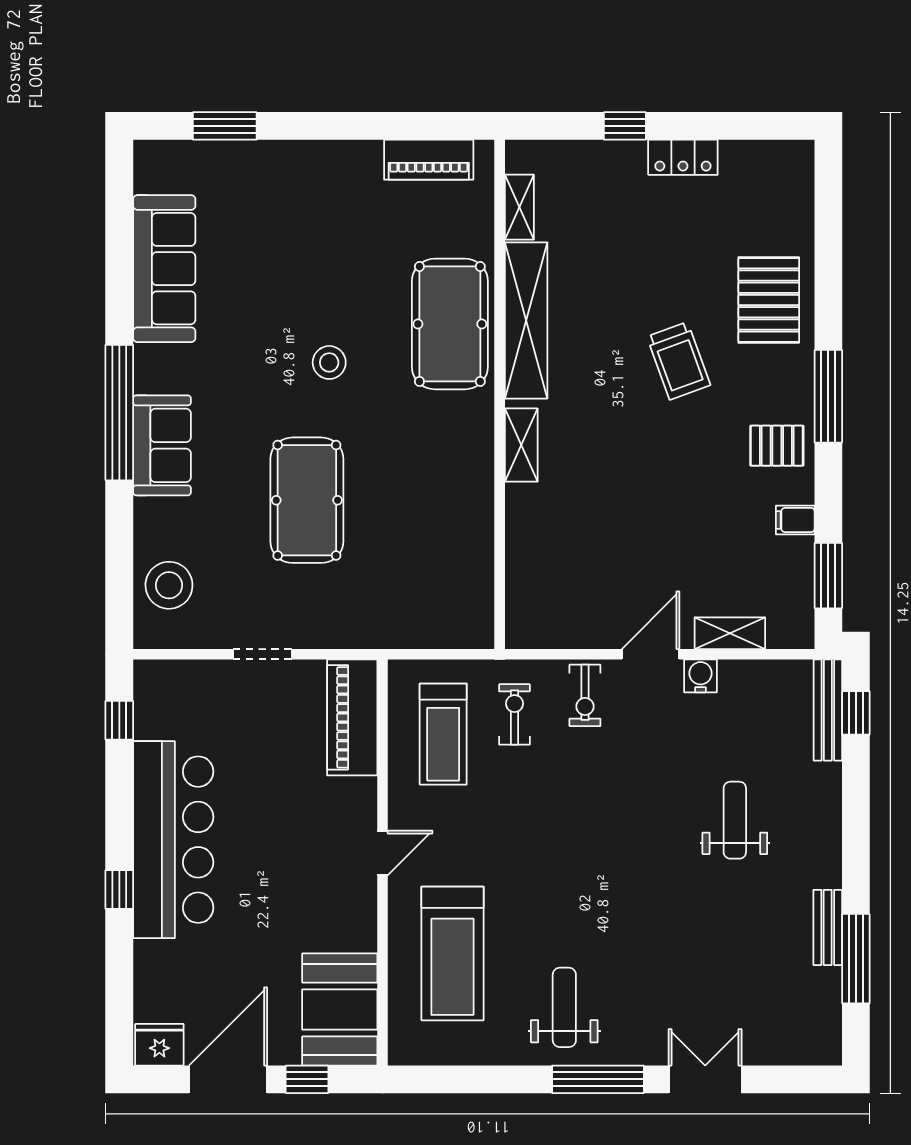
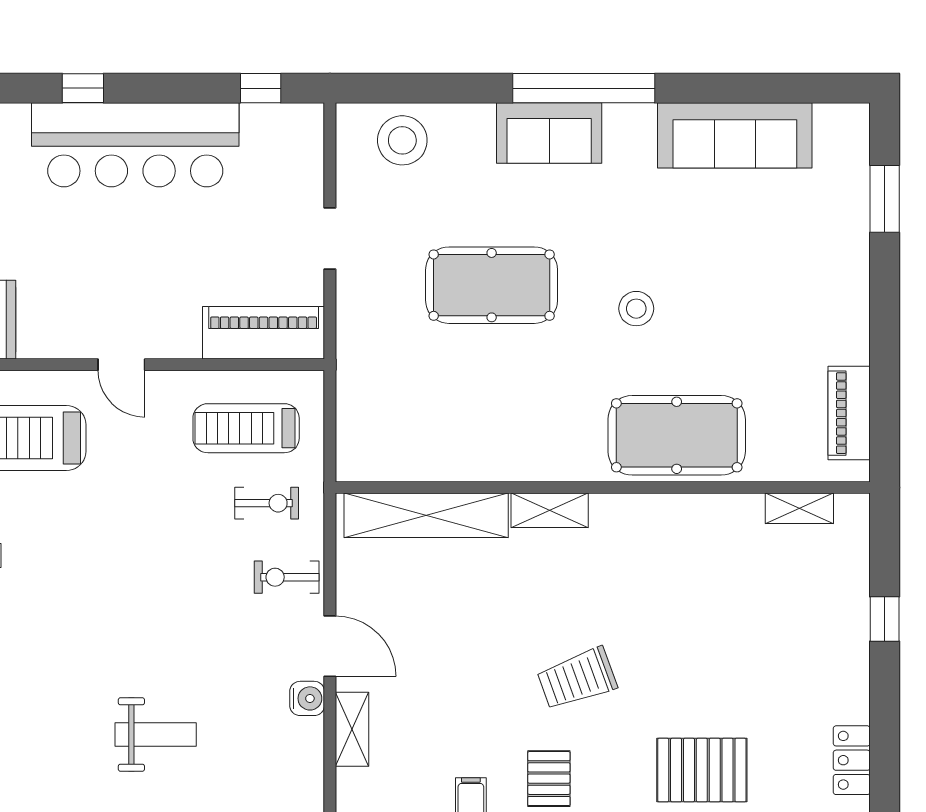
locker: (683, 157) -> (852, 760), moved
shelving: (526, 320) -> (426, 515), moved
trolley: (679, 361) -> (577, 679), moved

